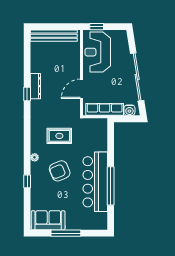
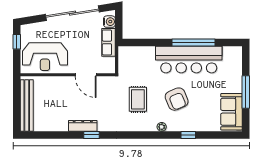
window: (97, 27) -> (17, 42), moved
row of seats: (105, 109) -> (109, 42), width x0.68

